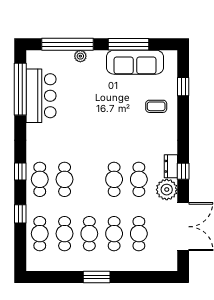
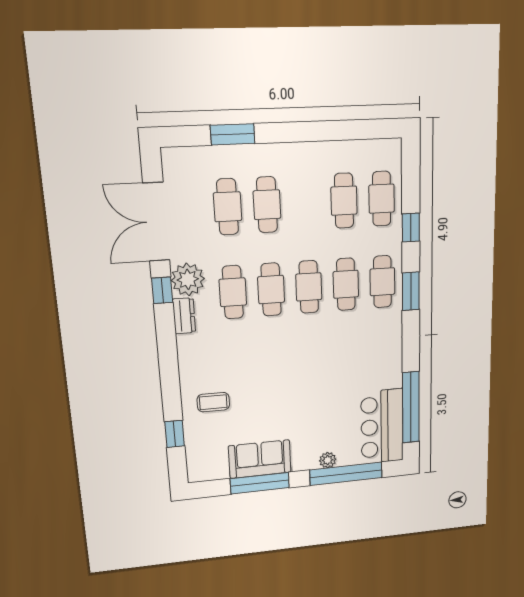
sofa: (135, 62) -> (260, 459), width x0.73
bar counter: (41, 96) -> (382, 427), moved
window: (20, 171) -> (411, 291), width x1.50
window: (183, 171) -> (162, 290), moved
cafe table: (89, 234) -> (309, 287), moved
window: (97, 277) -> (233, 134), moved

